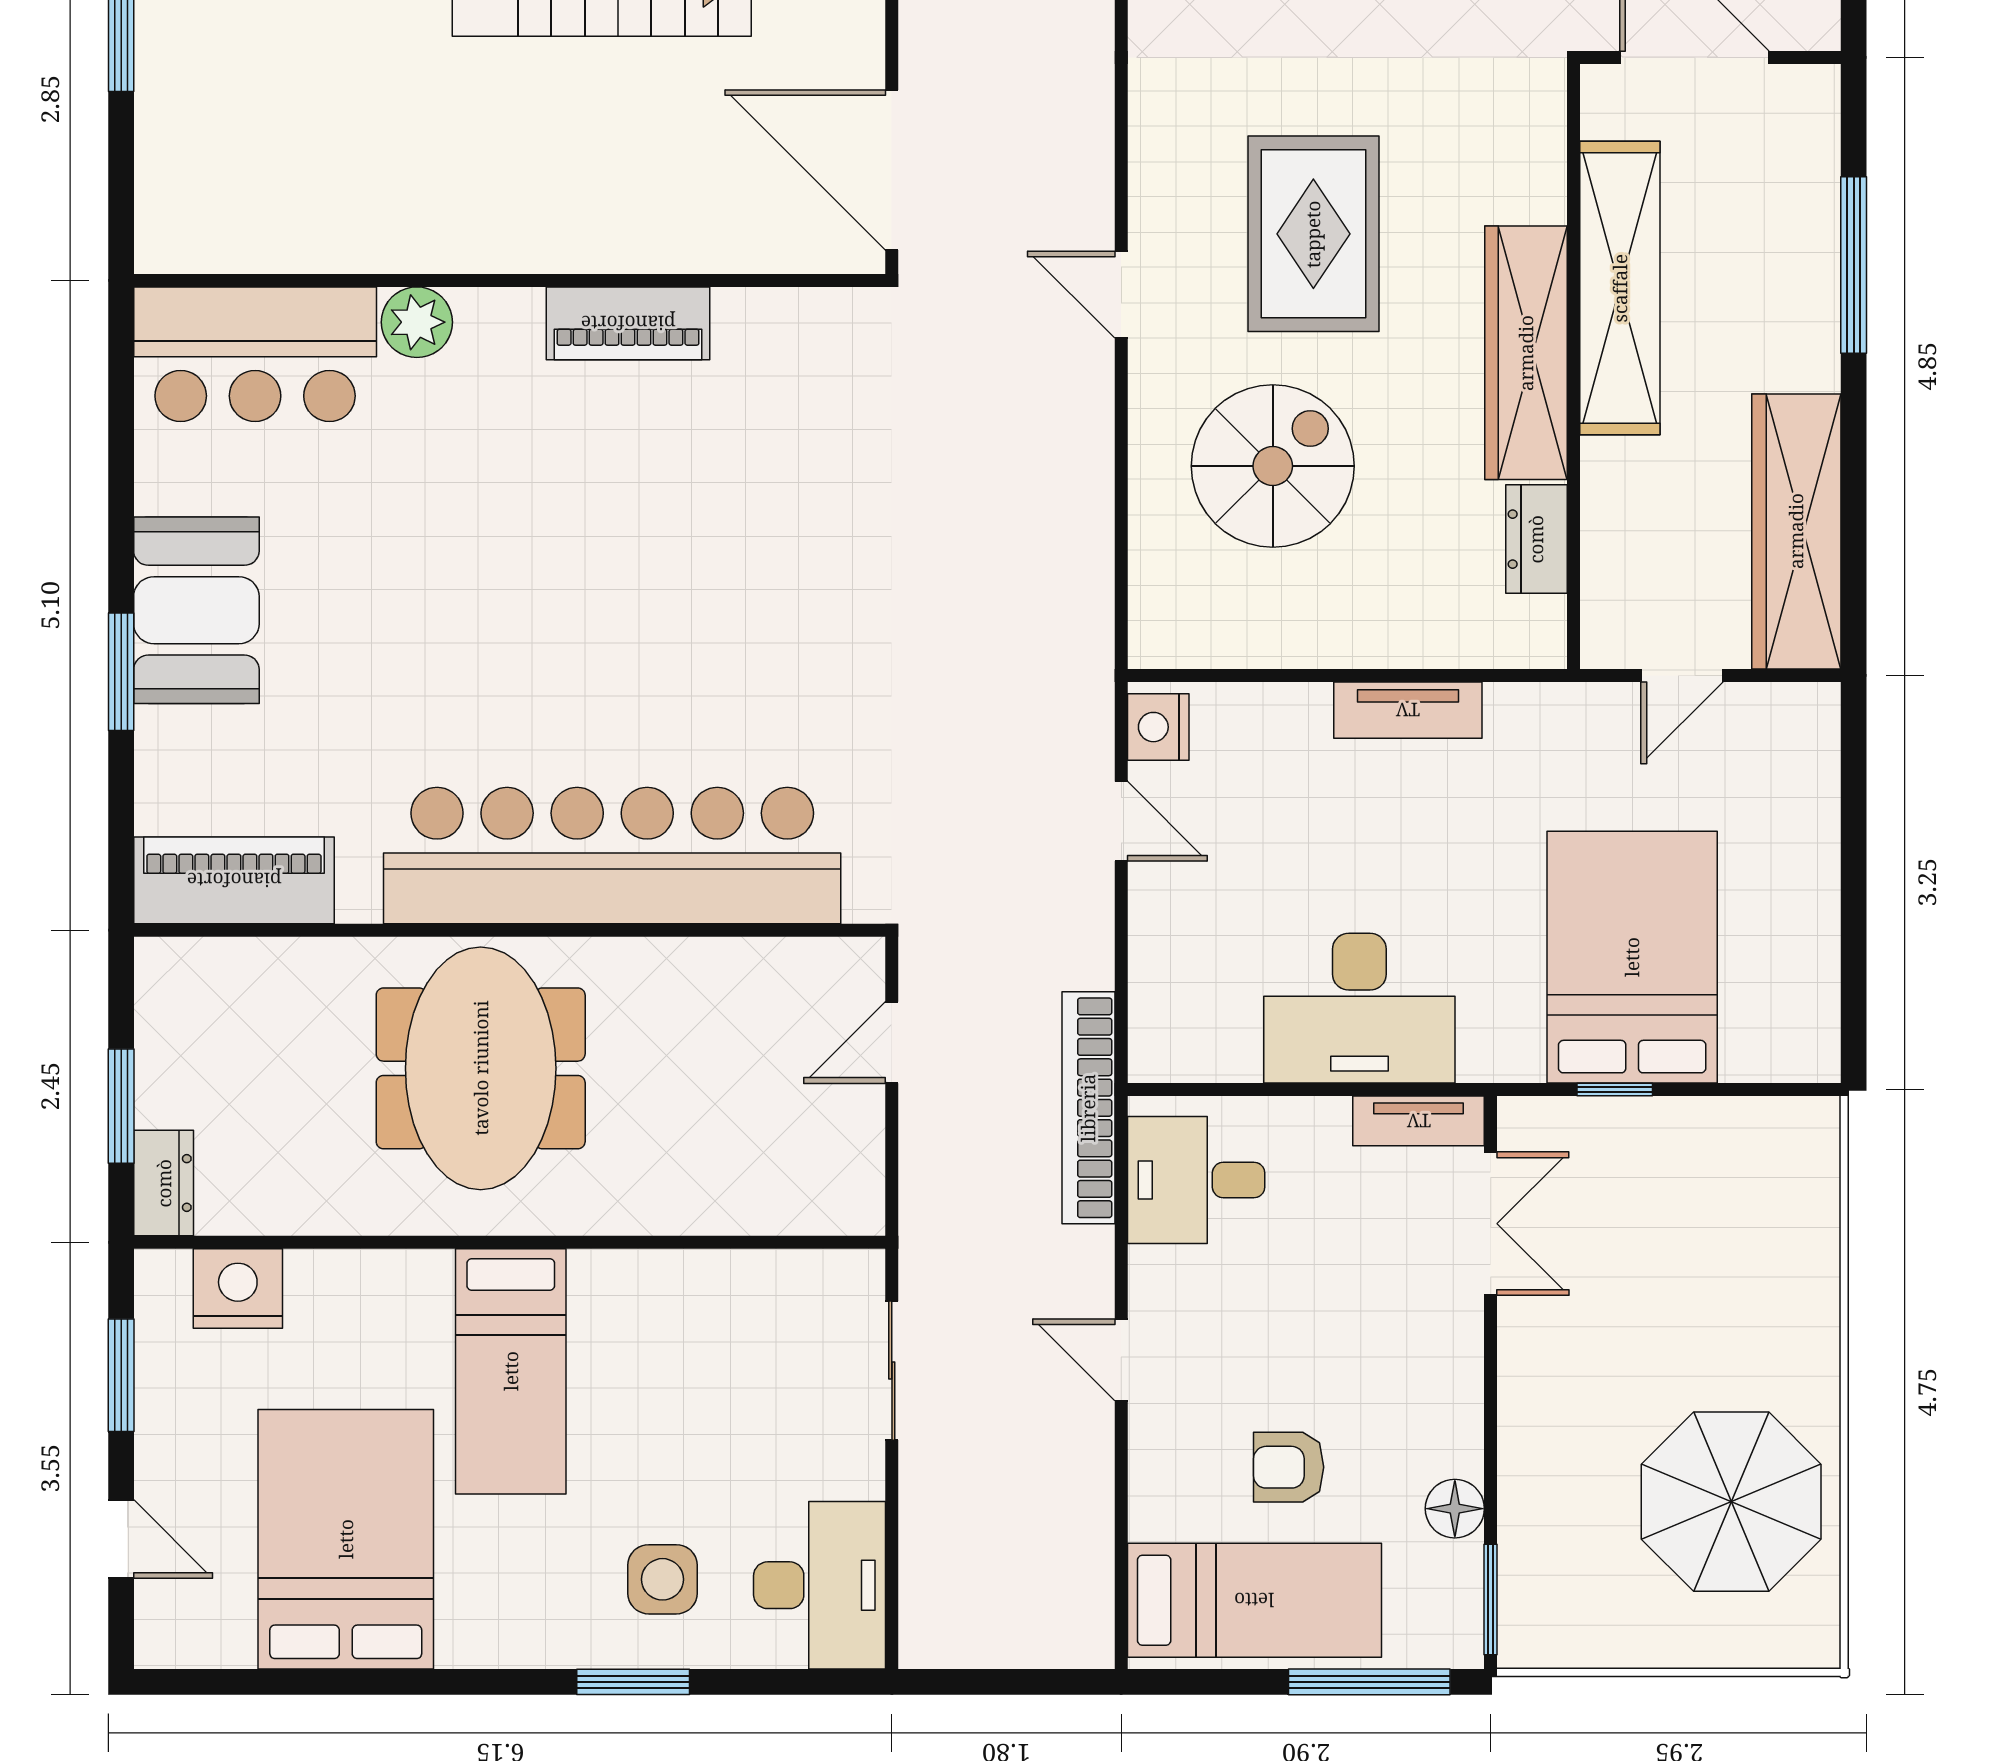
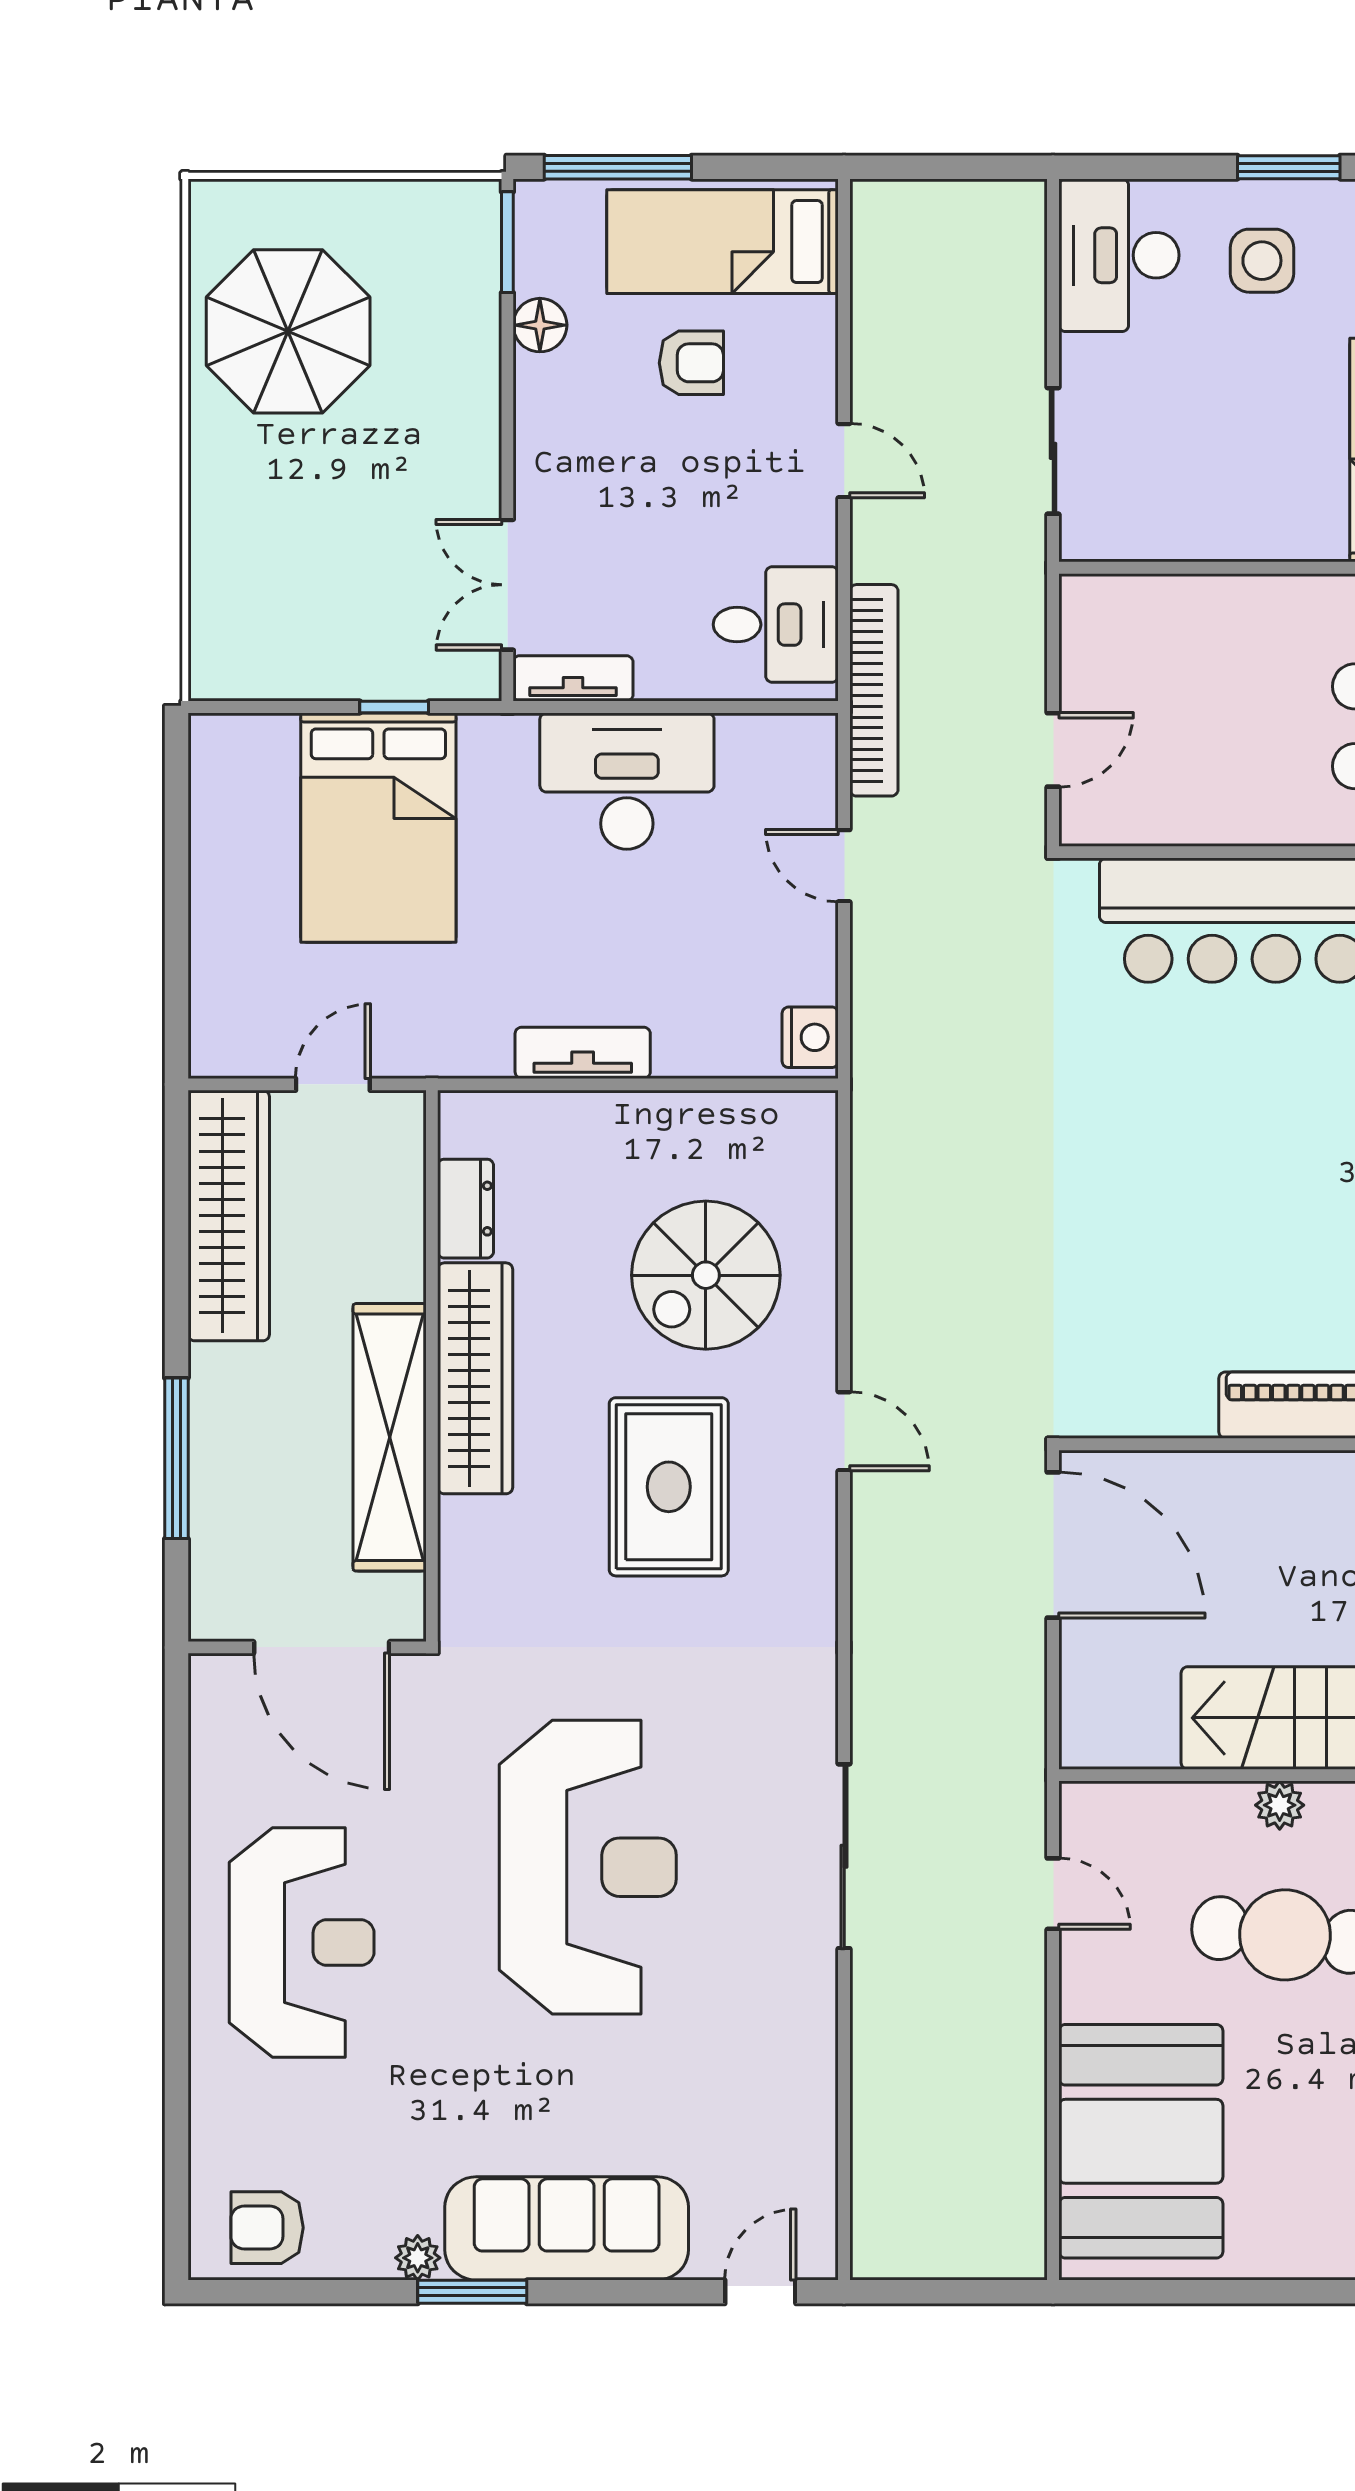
door: (1121, 821) -> (844, 866), moved

